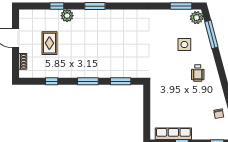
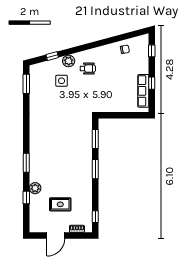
plant: (197, 18) -> (69, 61), moved
window: (211, 34) -> (52, 56), width x0.46
window: (52, 81) -> (95, 217), moved

